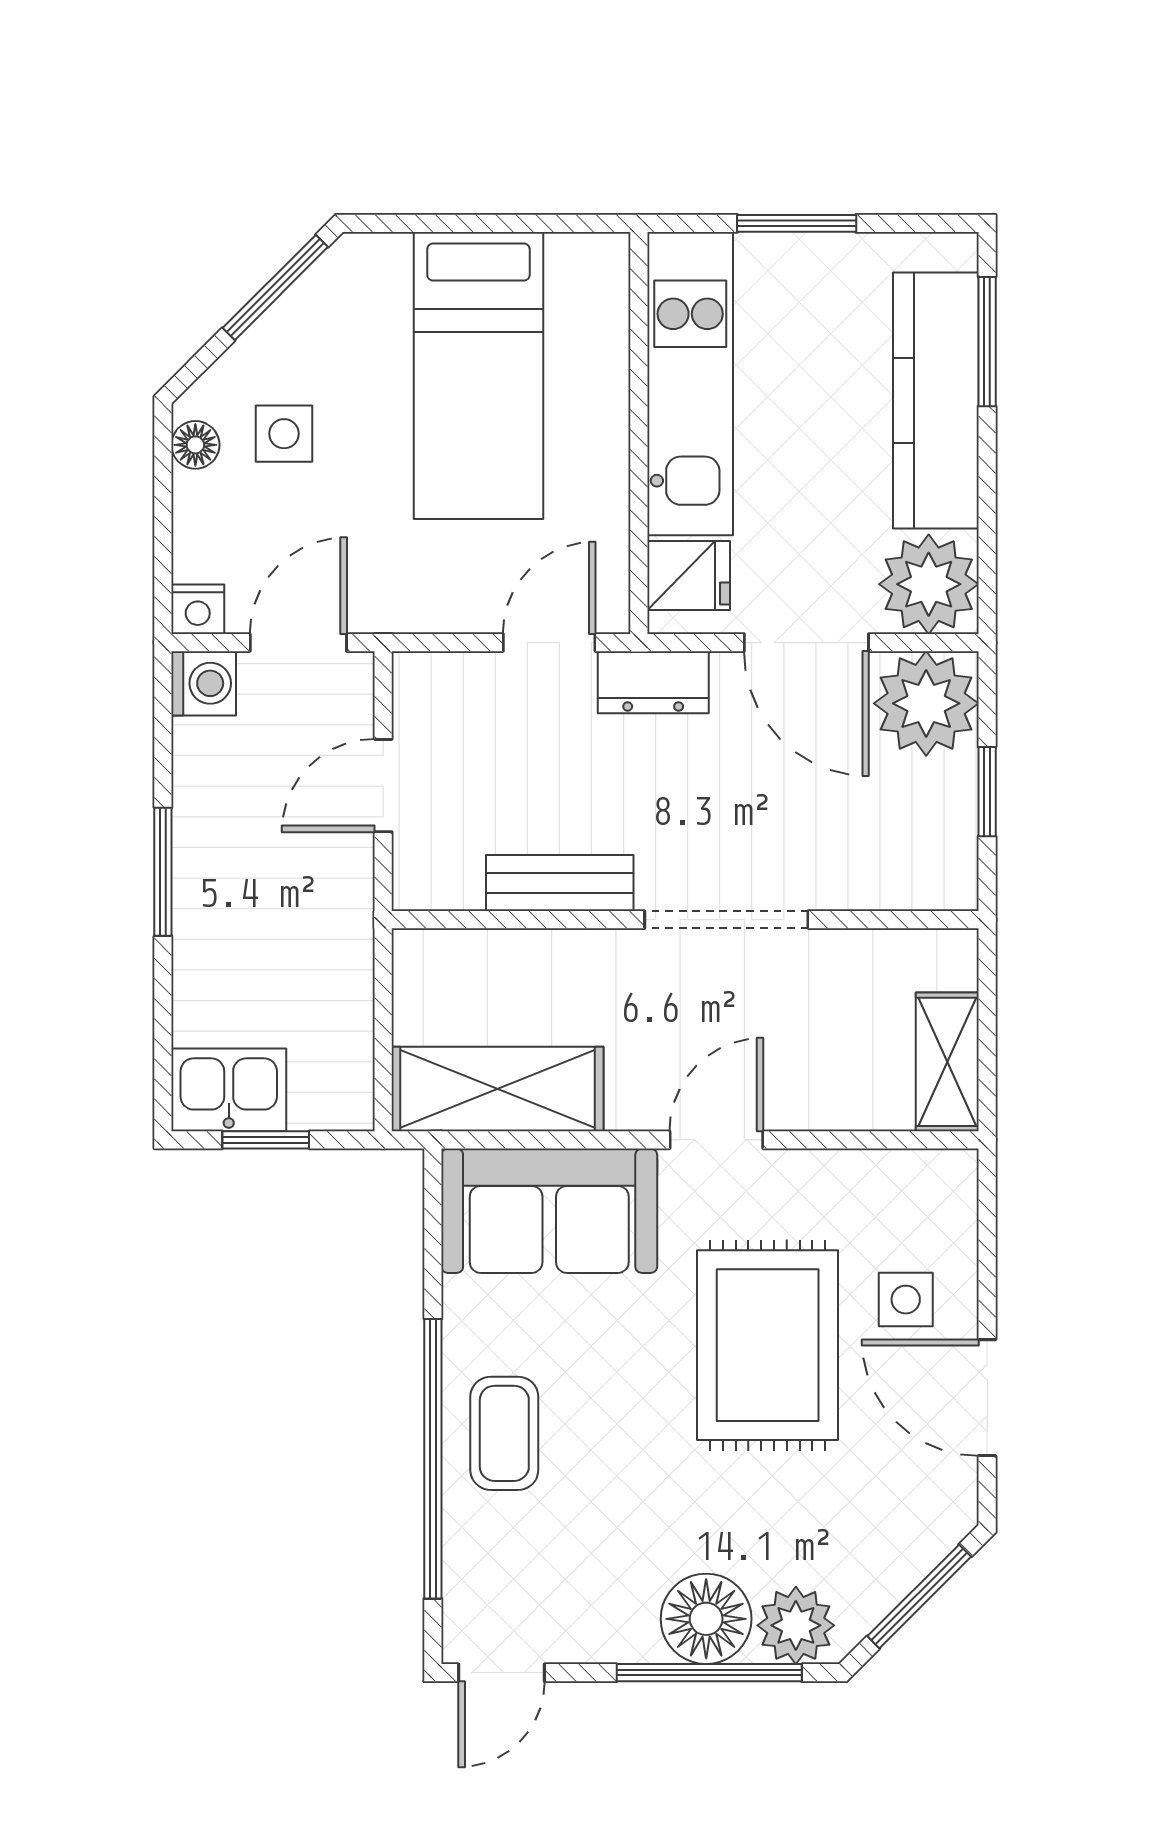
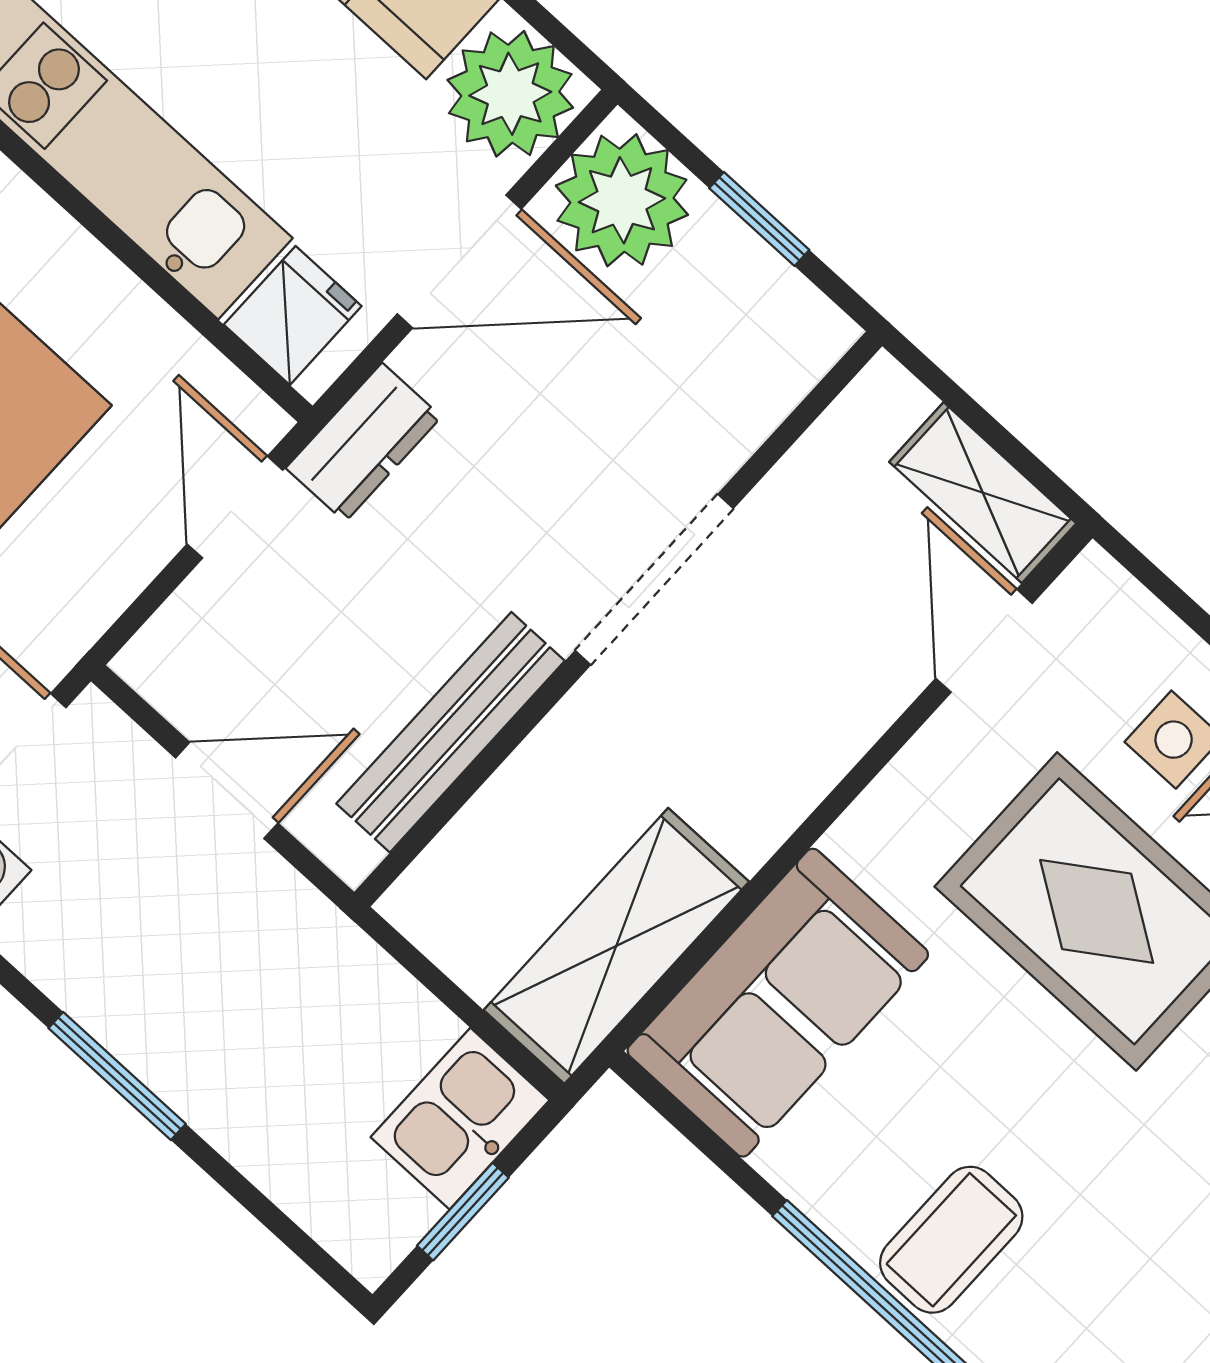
door: (383, 786) -> (227, 790), swing flipped
bench: (560, 883) -> (451, 732), width x1.36
kitchen sink: (229, 1090) -> (460, 1119), moved
door: (716, 1140) -> (984, 641), moved
coffee table: (504, 1433) -> (951, 1240), turned 90

